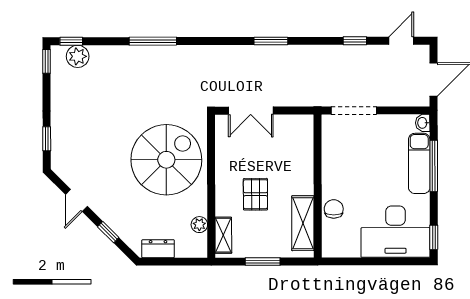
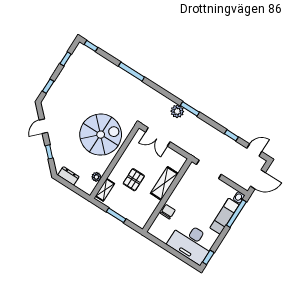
plant: (78, 56) -> (177, 111), moved
window: (47, 61) -> (66, 59), moved
window: (434, 166) -> (236, 213), moved
shelving: (303, 223) -> (164, 183), moved

